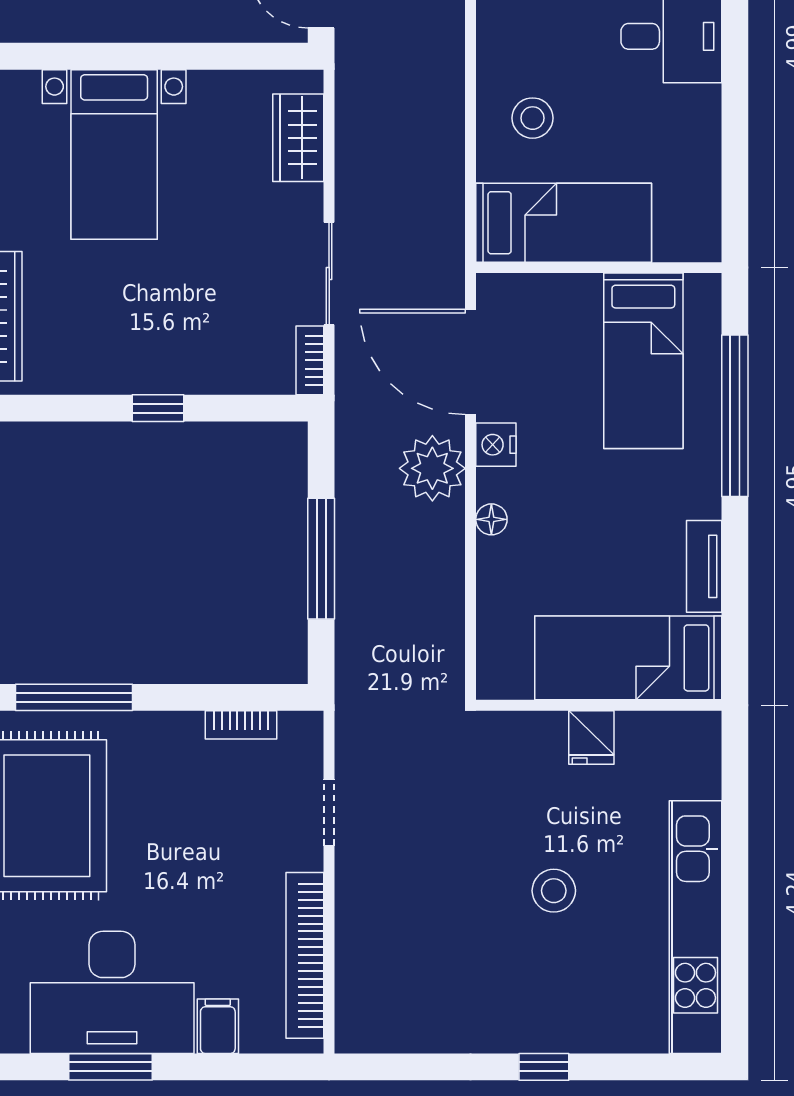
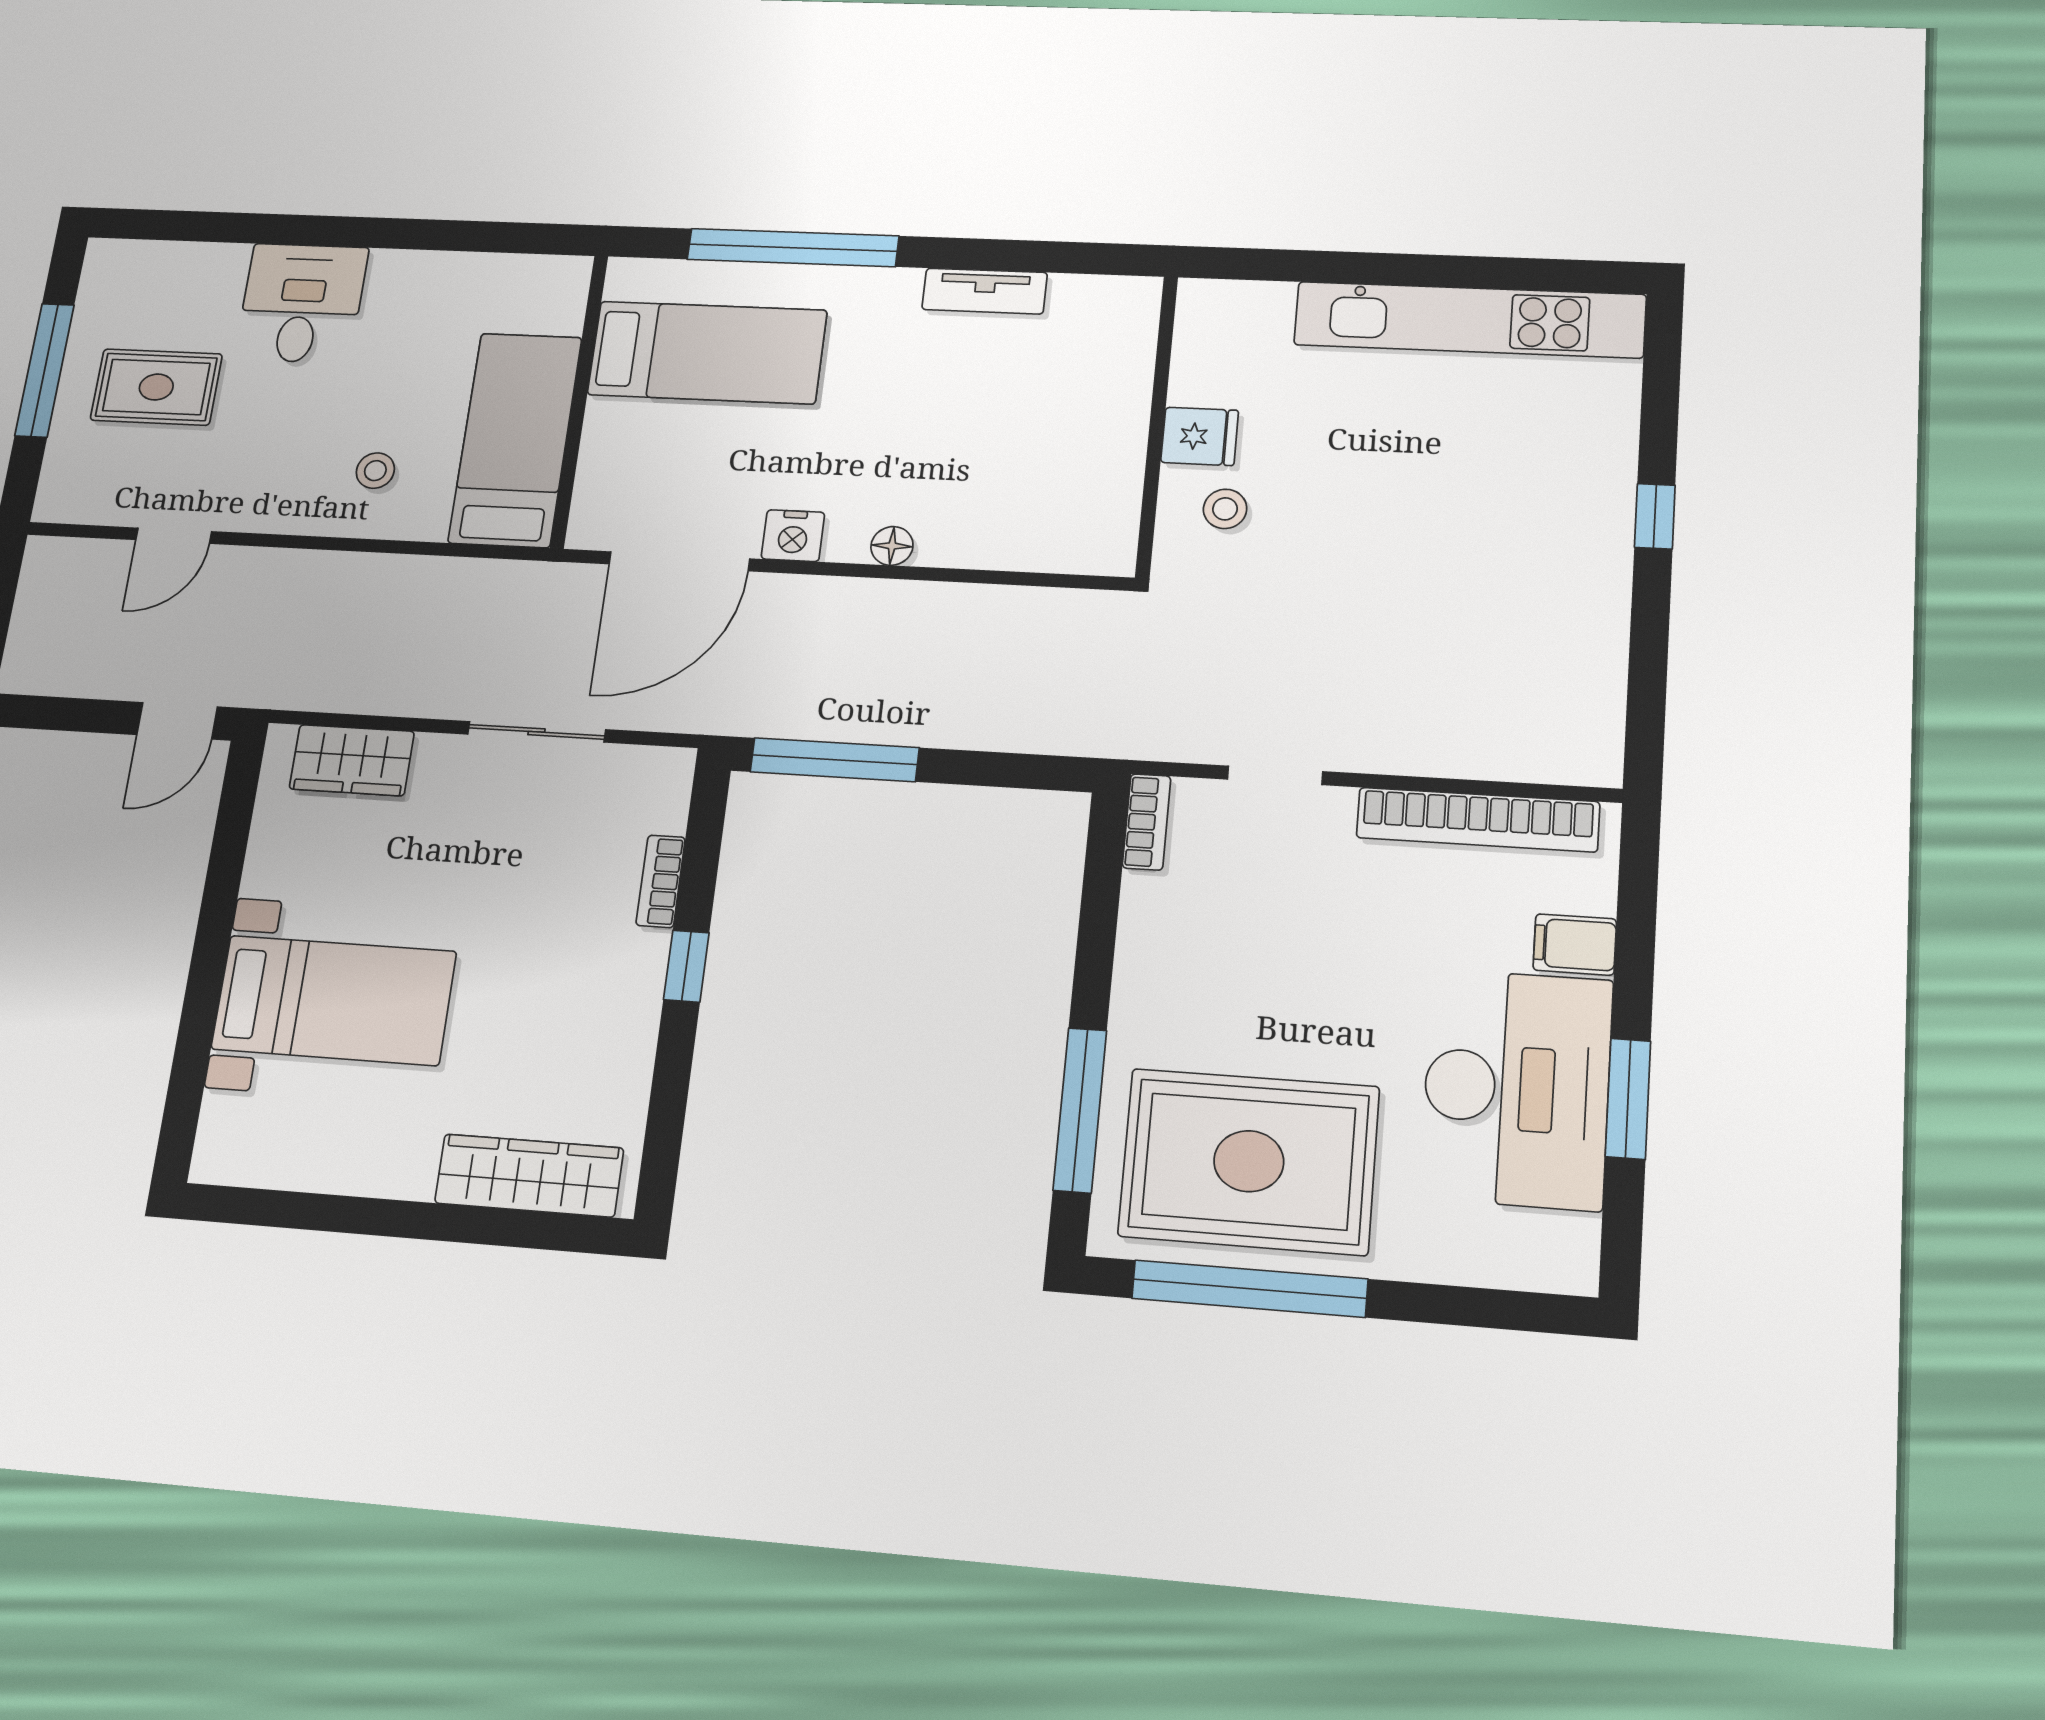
stool: (533, 118) -> (375, 471), width x0.73, depth x0.73
bookcase: (310, 360) -> (661, 881), moved, turned 90
plant: (432, 468) -> (814, 616), removed
window: (321, 559) -> (835, 760), moved
bed: (628, 658) -> (1097, 387), removed
bookcase: (241, 725) -> (1147, 822), moved
stool: (554, 891) -> (1225, 509), moved, width x0.73, depth x0.73

